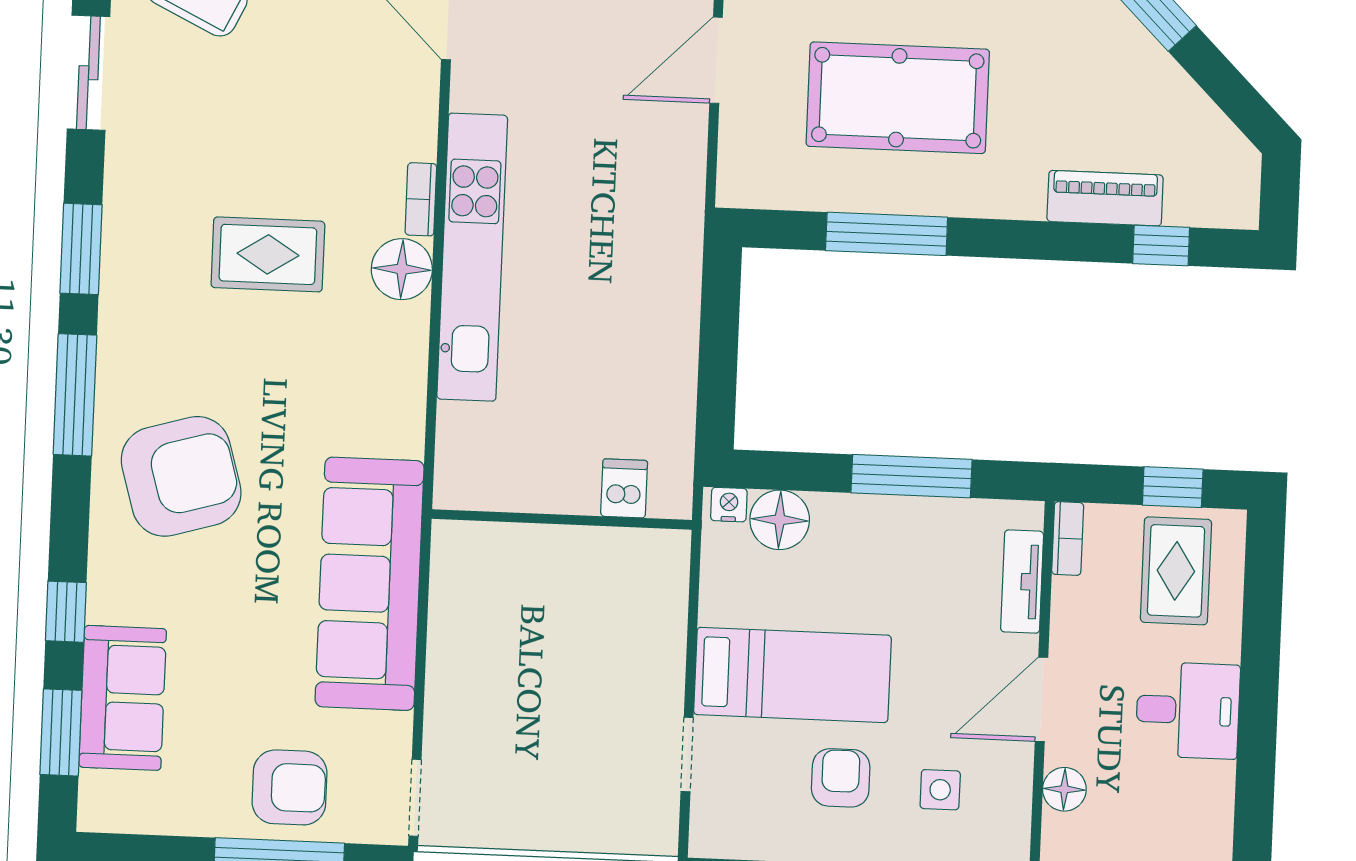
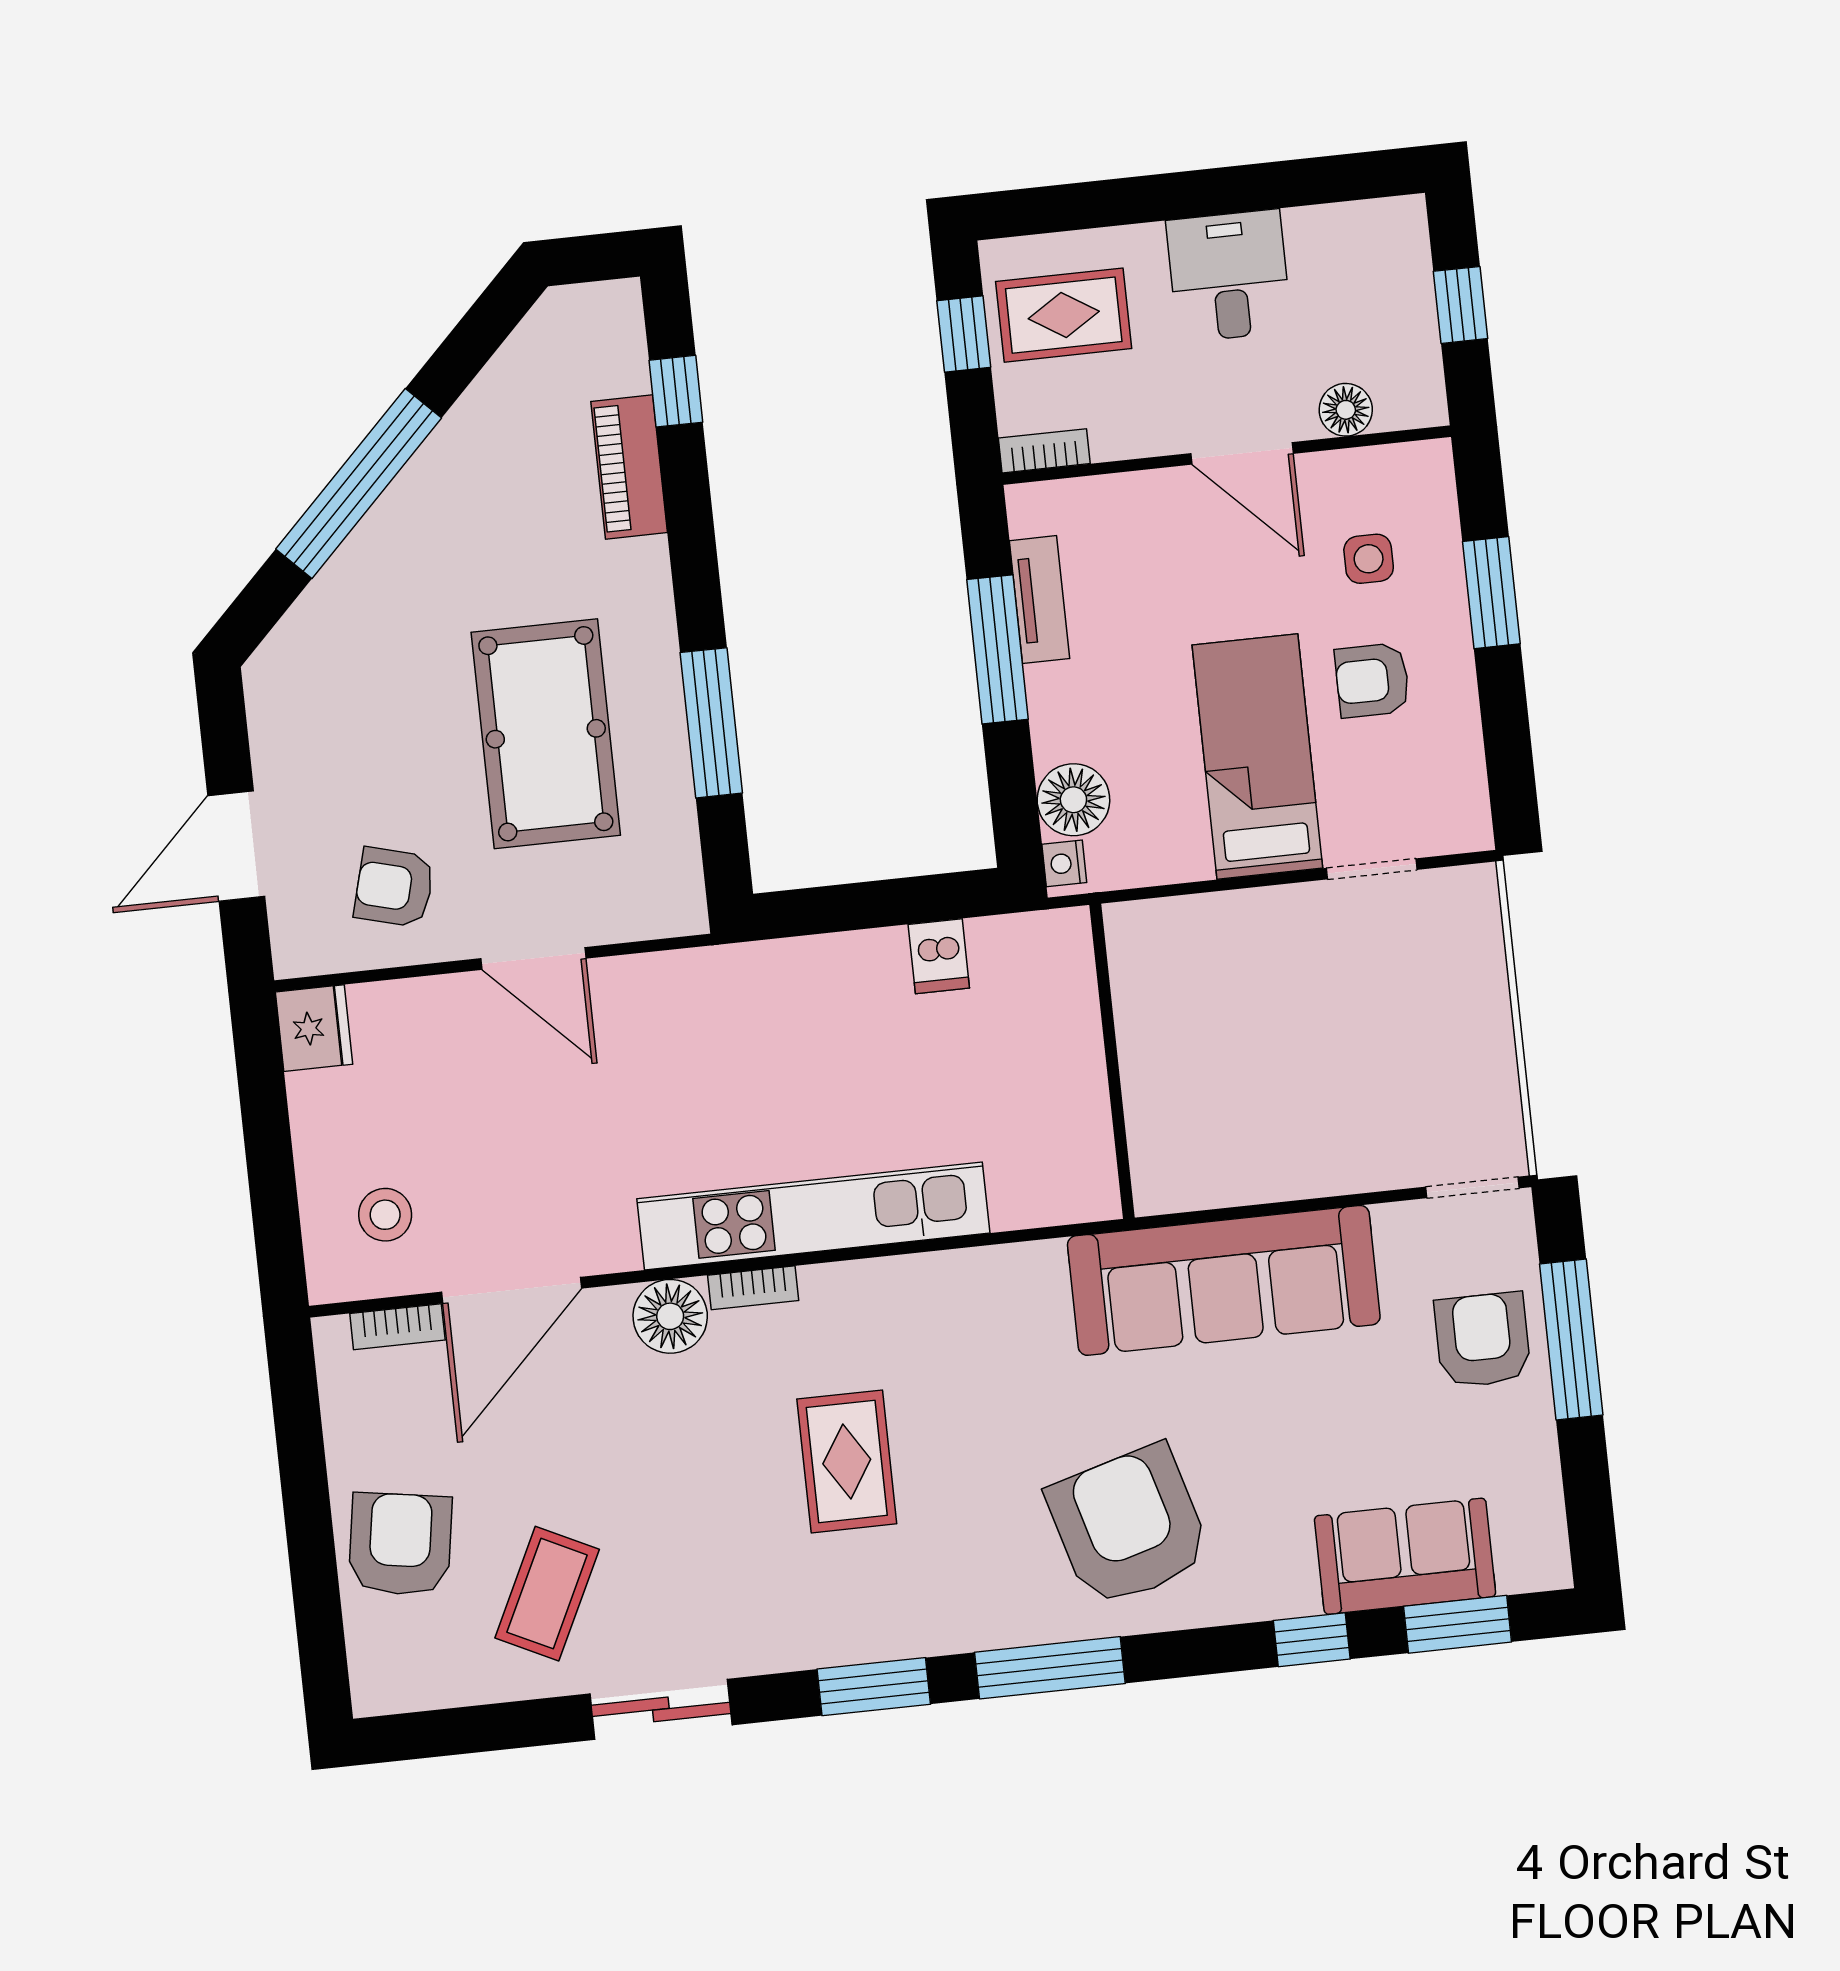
floor lamp: (402, 269) -> (670, 1316), moved
dishwasher: (624, 488) -> (939, 956), moved, turned -90
tv unit: (1022, 582) -> (1039, 600), moved, turned -90

